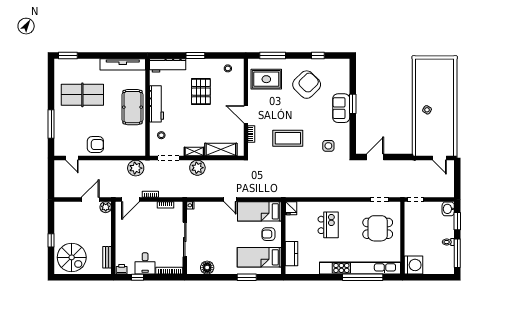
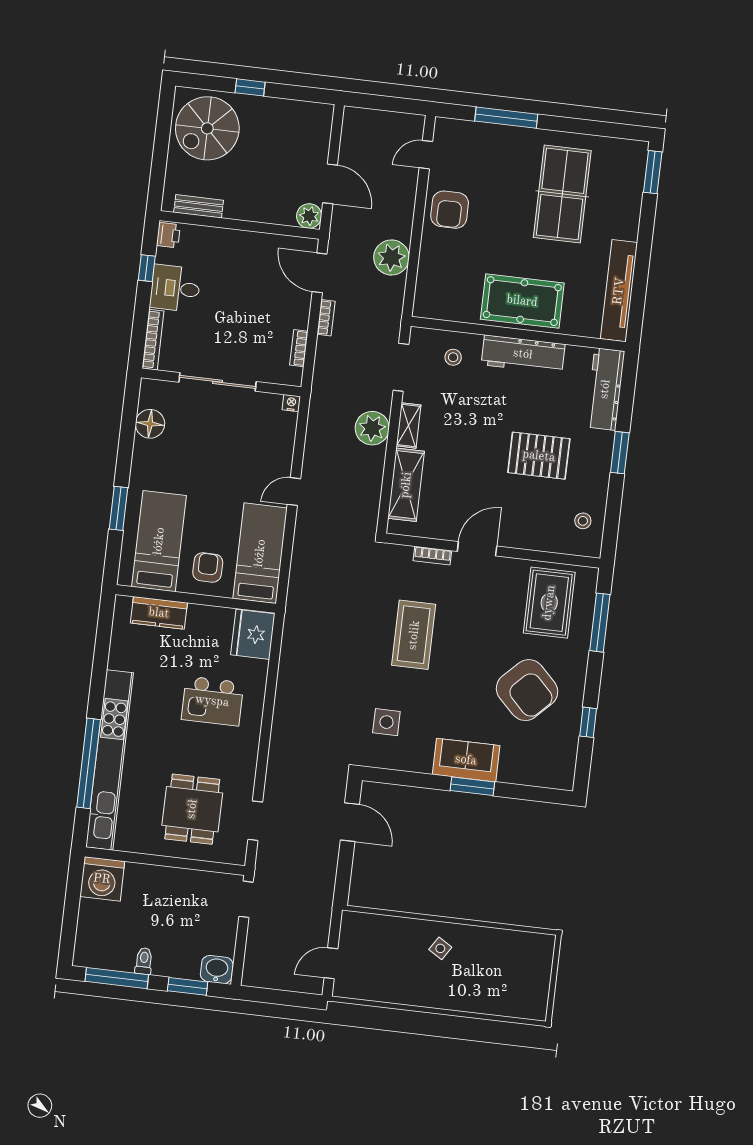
plant: (136, 168) -> (391, 257), moved
fridge: (291, 208) -> (253, 634), width x1.88, depth x1.34

